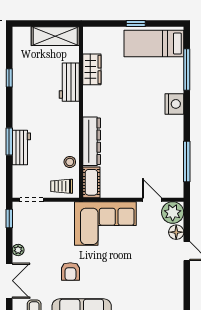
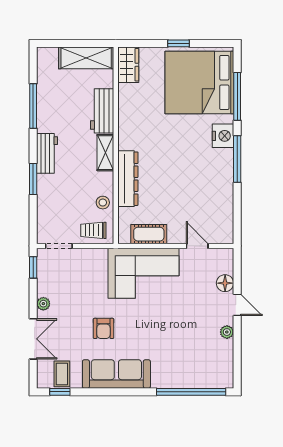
bed: (154, 44) -> (199, 83), width x2.04
wardrobe: (92, 69) -> (128, 65), moved
window: (9, 78) -> (33, 106), width x2.17
shelving: (72, 119) -> (105, 153), added
workbench: (21, 148) -> (47, 153), moved
window: (187, 162) -> (237, 159), moved
cot: (91, 182) -> (149, 234), moved, turned 90
plant: (173, 213) -> (227, 332), moved, width x0.53, depth x0.53

